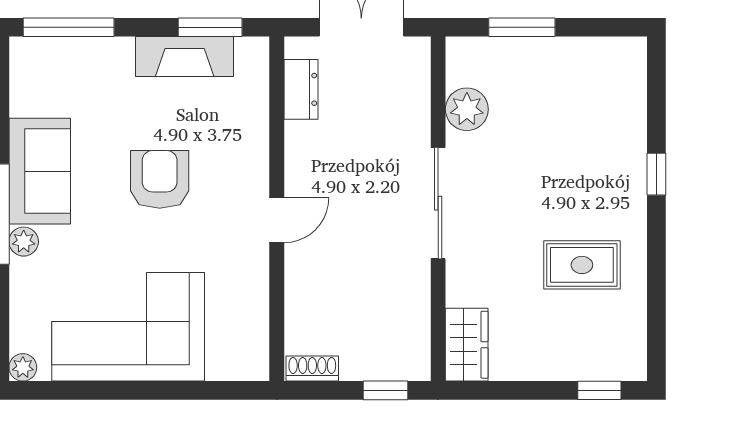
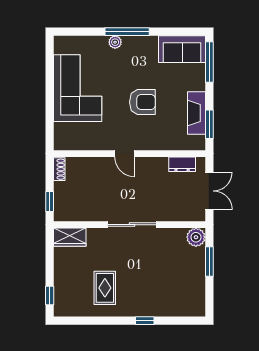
plant: (467, 109) -> (196, 237), moved
sofa: (40, 171) -> (182, 49), moved
plant: (23, 367) -> (60, 42), removed

